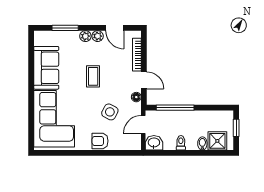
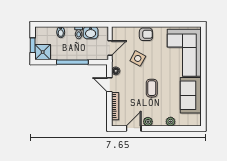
window: (65, 28) -> (175, 129), removed
door: (115, 28) -> (134, 129), hinge flipped
plant: (85, 36) -> (171, 122), moved
window: (175, 108) -> (72, 62), moved
shower: (217, 141) -> (43, 52), moved
washbasin: (154, 143) -> (91, 33), moved

